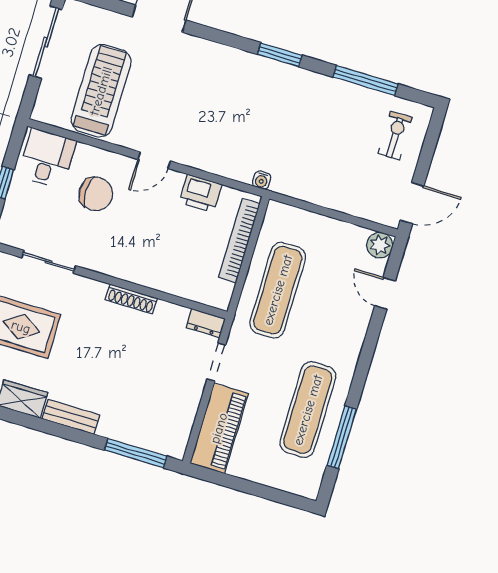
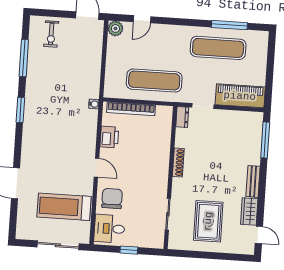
sliding door: (46, 42) -> (58, 245), moved
exercise bike: (395, 136) -> (51, 34), turned -90
chair: (96, 194) -> (112, 199), moved

